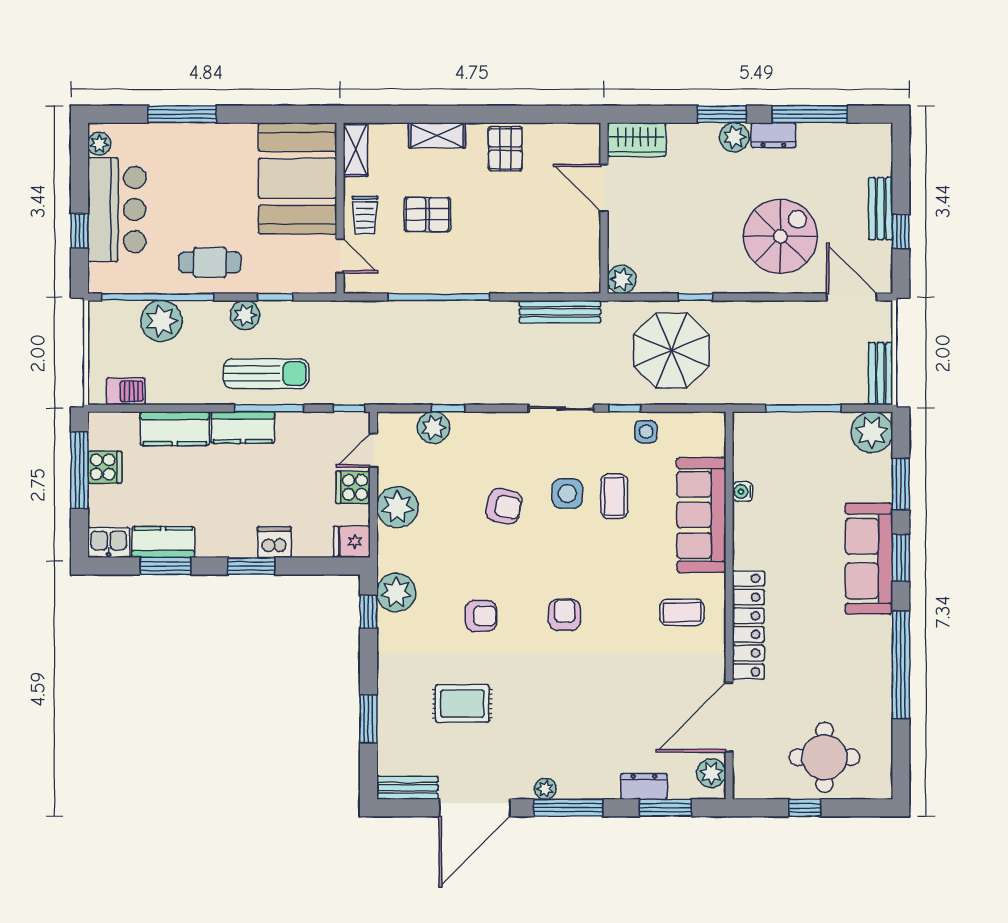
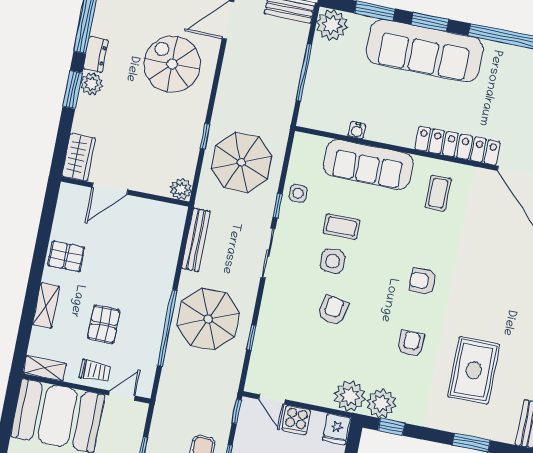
parasol: (461, 348) -> (208, 319), added
plant: (434, 428) -> (264, 351), removed
plant: (397, 507) -> (350, 396), moved
sofa: (869, 559) -> (425, 51), width x1.36, depth x1.27
rug: (462, 704) -> (474, 370), width x1.36, depth x1.43

